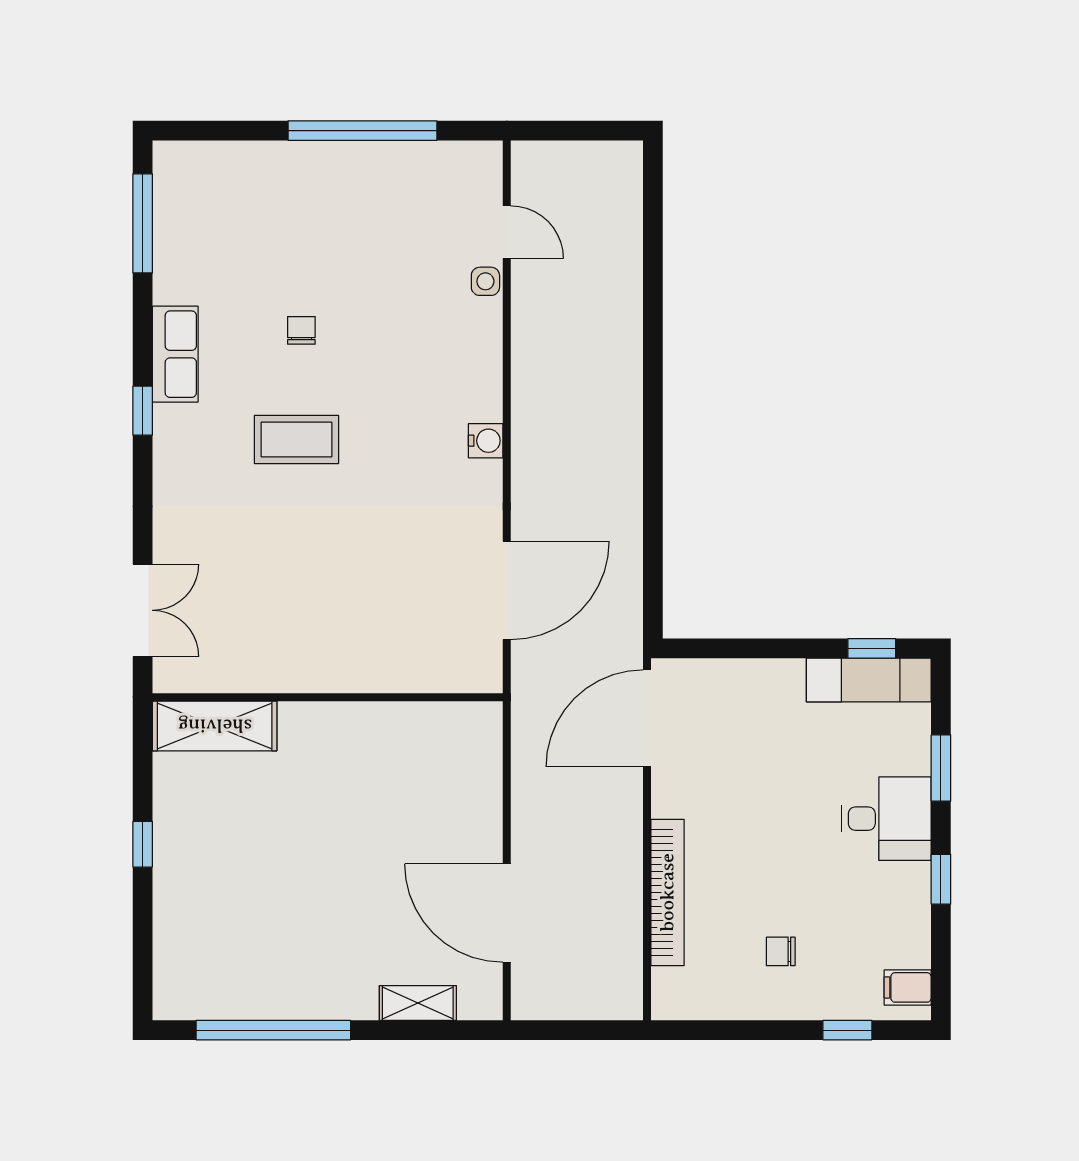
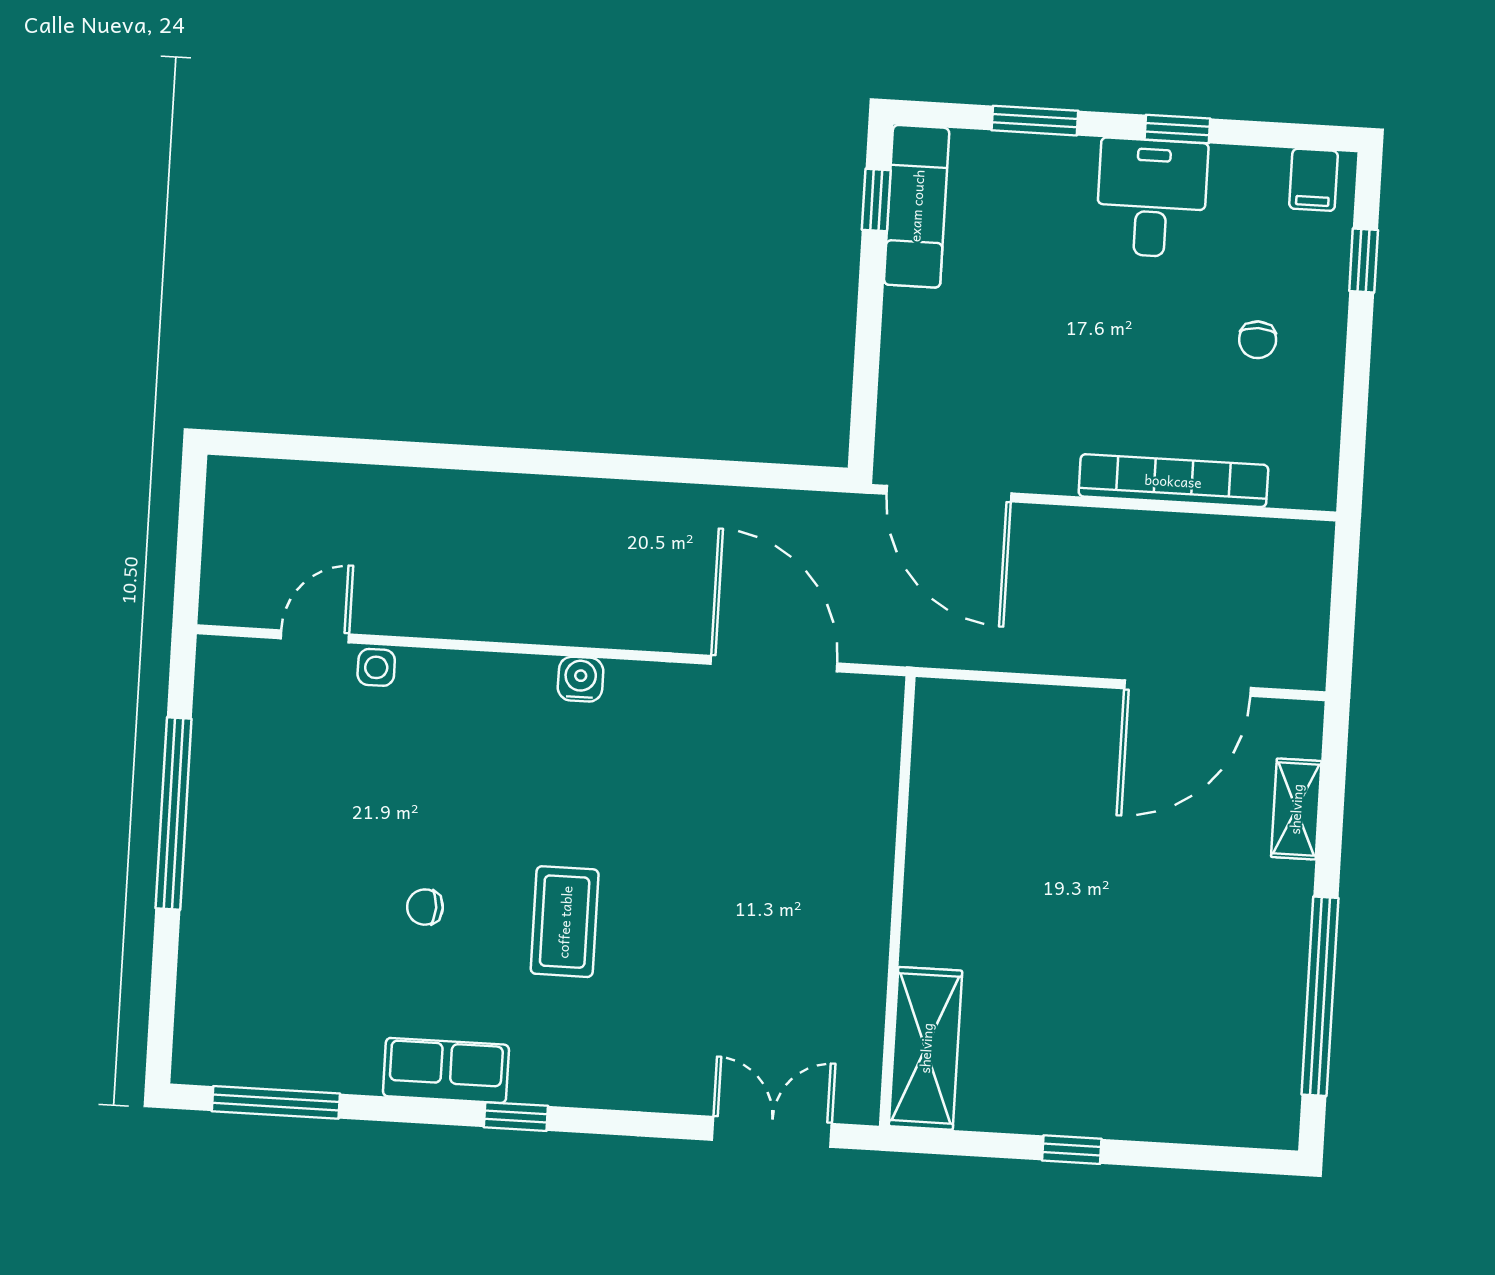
desk: (886, 819) -> (1152, 198), moved

